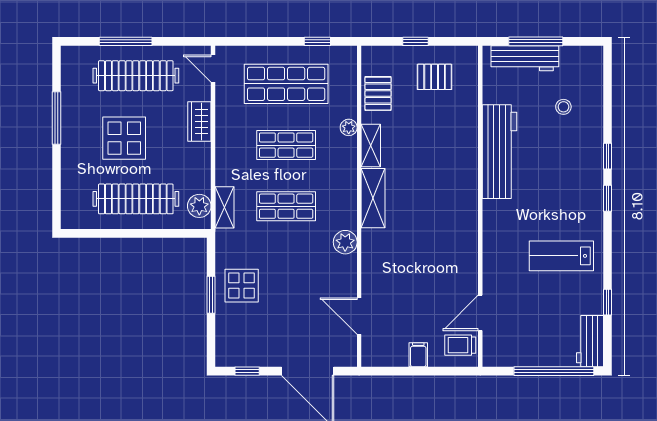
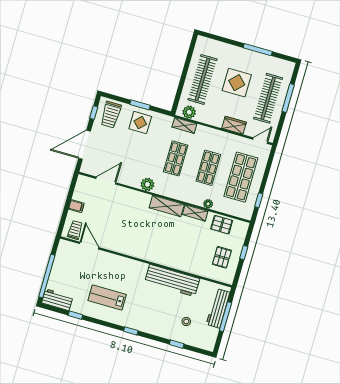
window: (608, 156) -> (177, 344), moved
lab bench: (561, 256) -> (107, 298), turned -90
trolley: (242, 340) -> (111, 115), added

